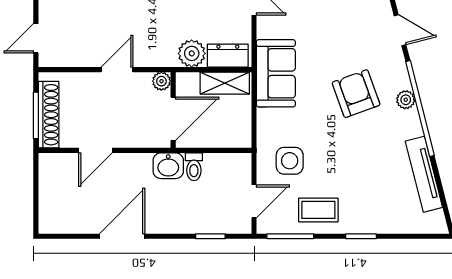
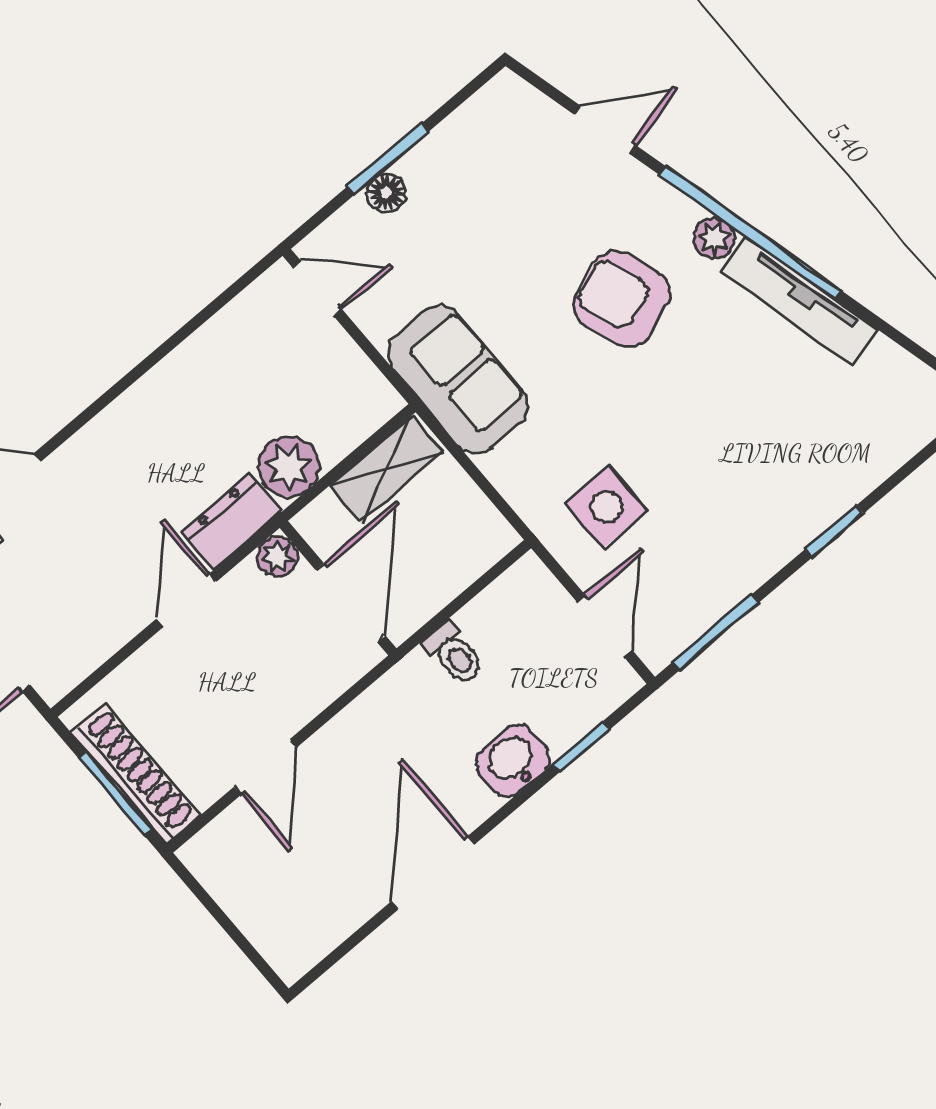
dresser: (228, 56) -> (231, 522), moved
washbasin: (168, 166) -> (513, 761), moved, turned 180
tv unit: (424, 174) -> (799, 301), moved
coffee table: (318, 210) -> (725, 548), removed

